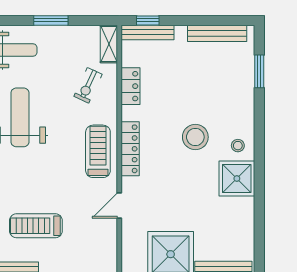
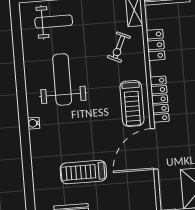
treadmill: (98, 151) -> (132, 103), turned 180
door: (119, 205) -> (154, 149), width x1.87

